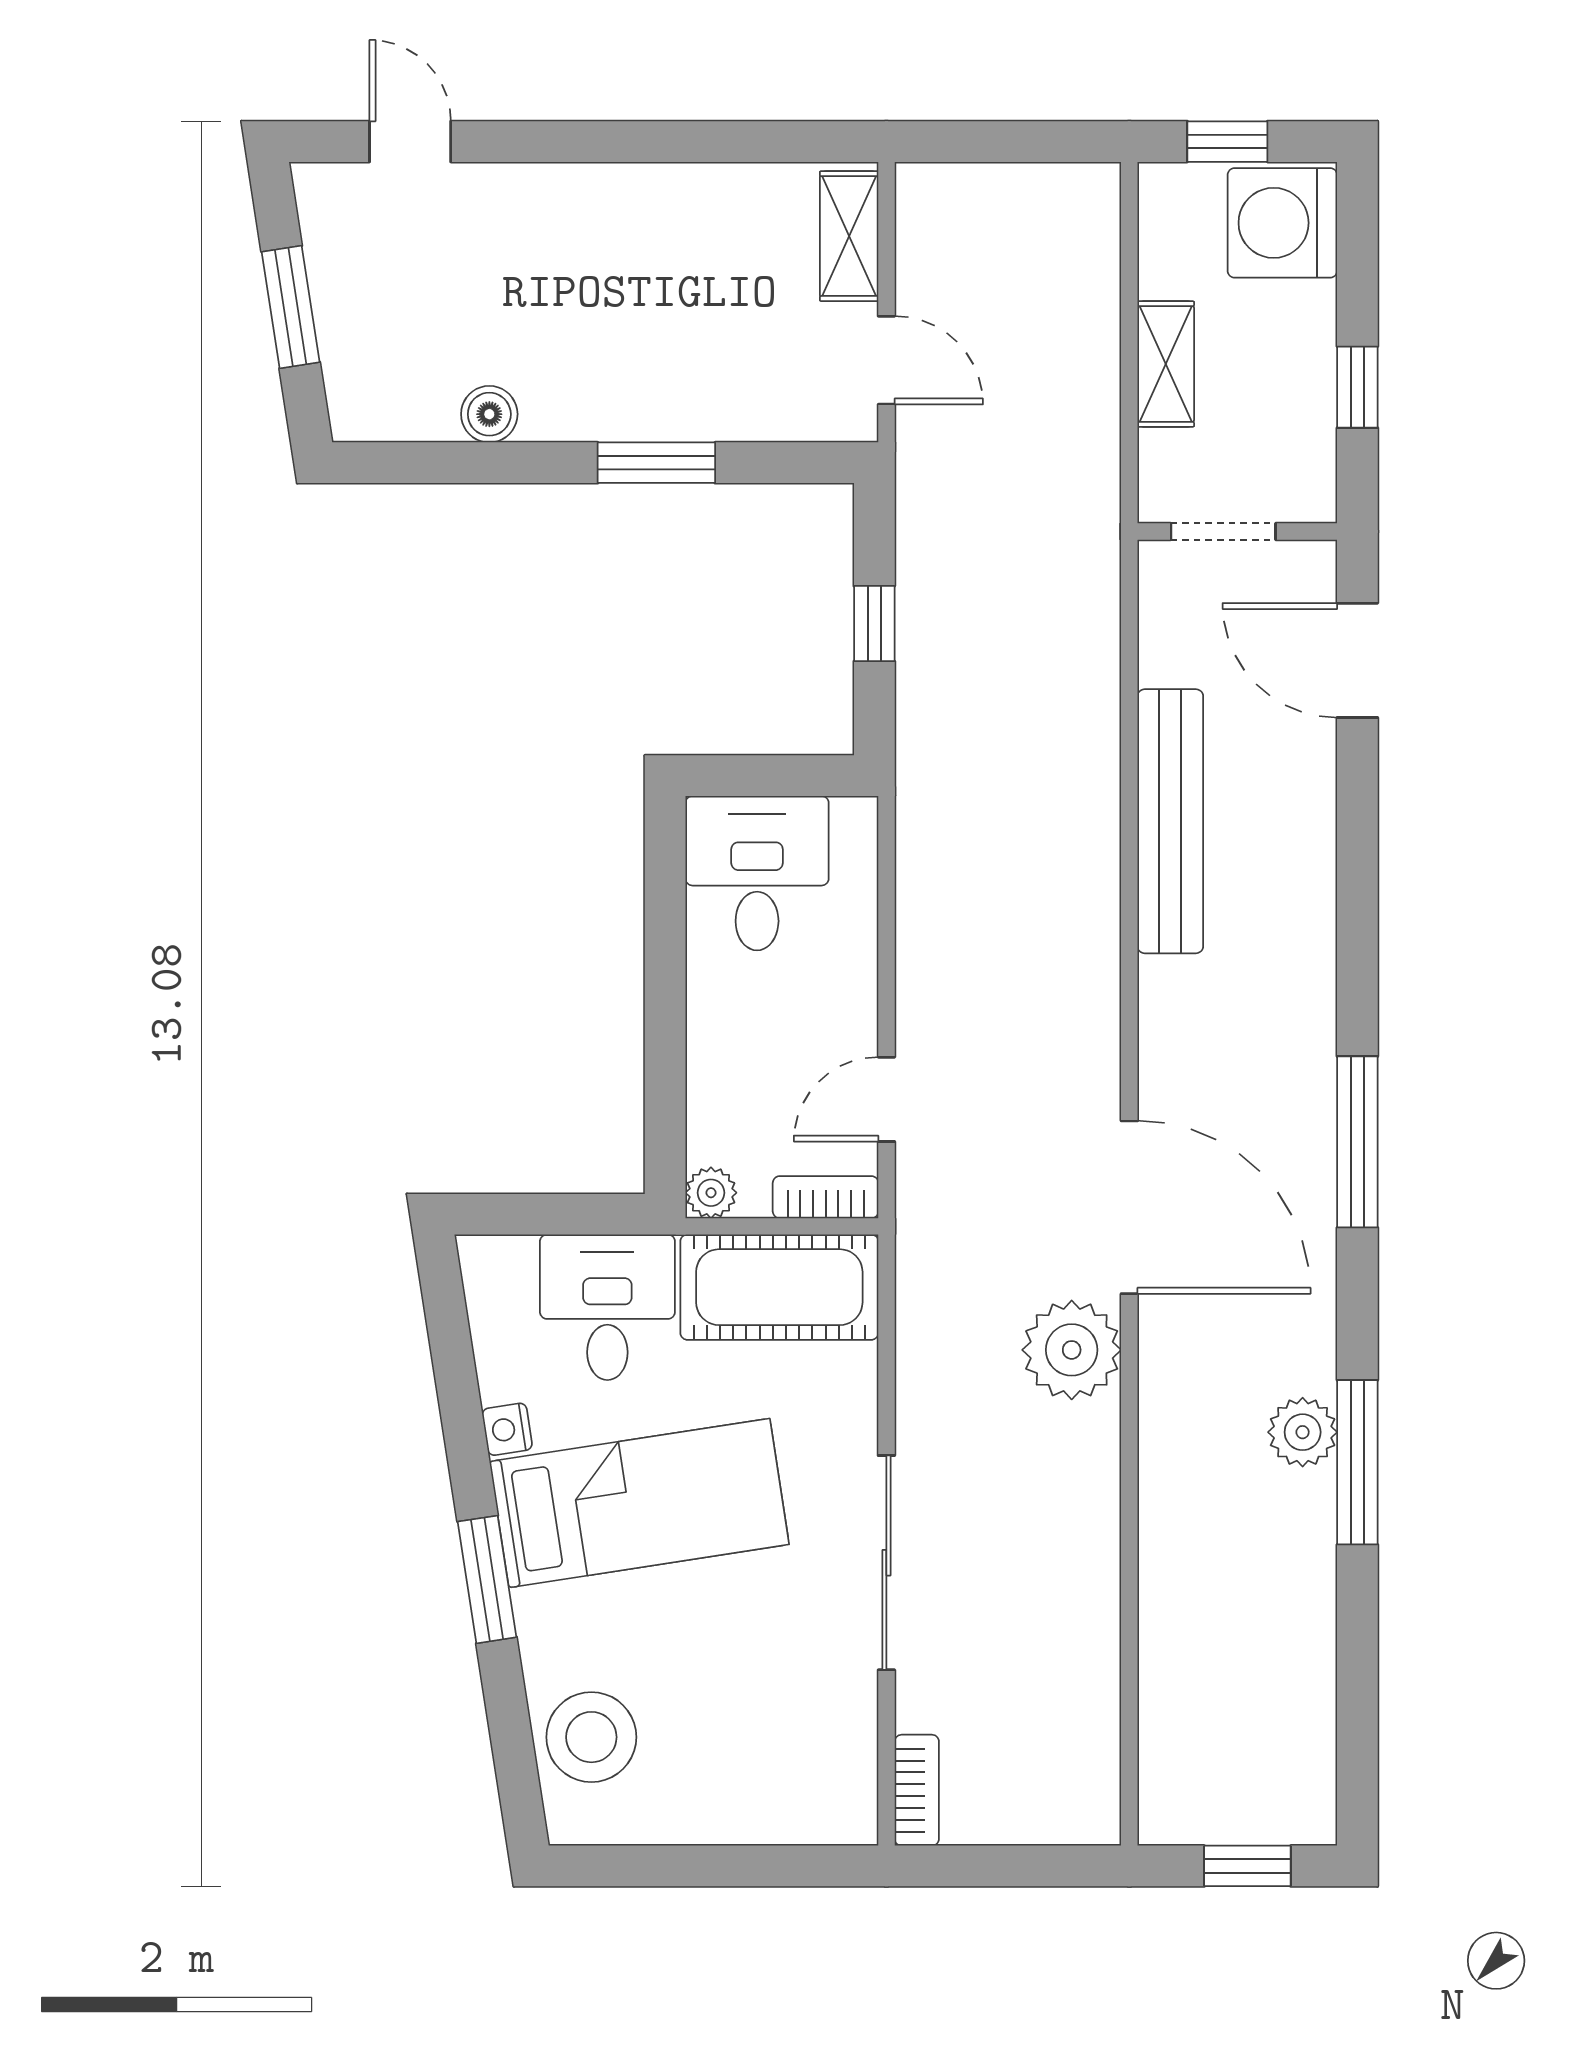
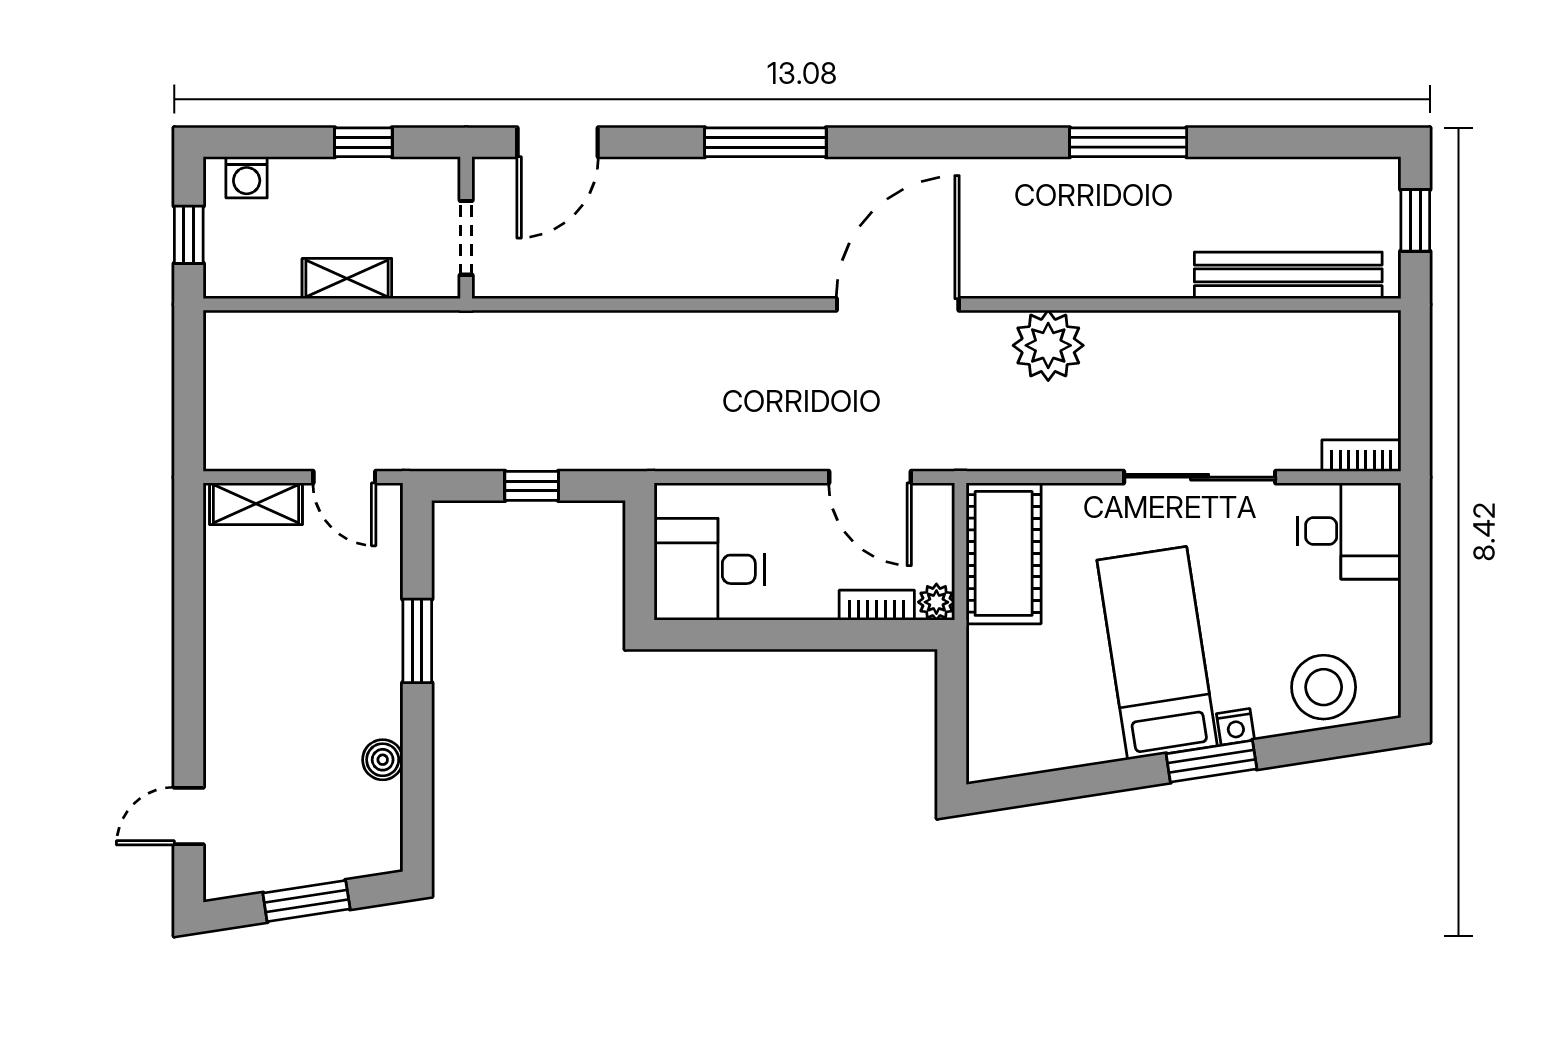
washing machine: (1282, 223) -> (247, 177), width x0.53, depth x0.53
door: (886, 360) -> (344, 477), swing flipped
bench: (1170, 821) -> (1288, 275), moved
door: (886, 1099) -> (870, 477), width x1.38
window: (1357, 1142) -> (765, 142), moved
bookcase: (826, 1197) -> (877, 605), moved, turned 90
door: (1129, 1207) -> (898, 304), moved
desk: (607, 1307) -> (1349, 531), moved, turned 180
nightstand: (507, 1429) -> (1235, 727), moved
plant: (1303, 1432) -> (1107, 181), removed

